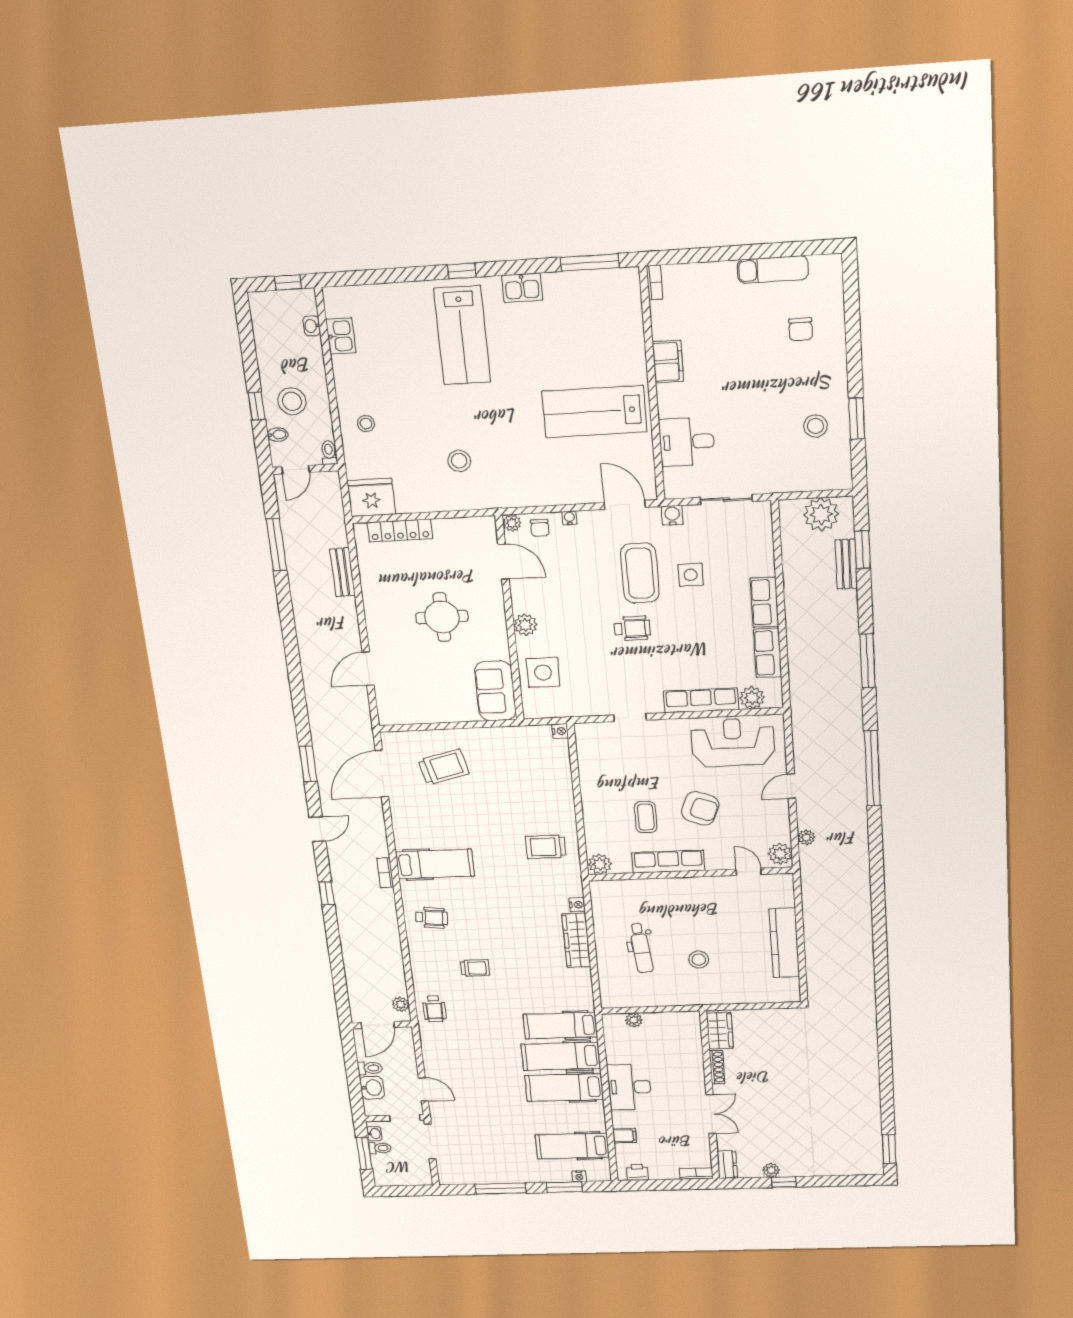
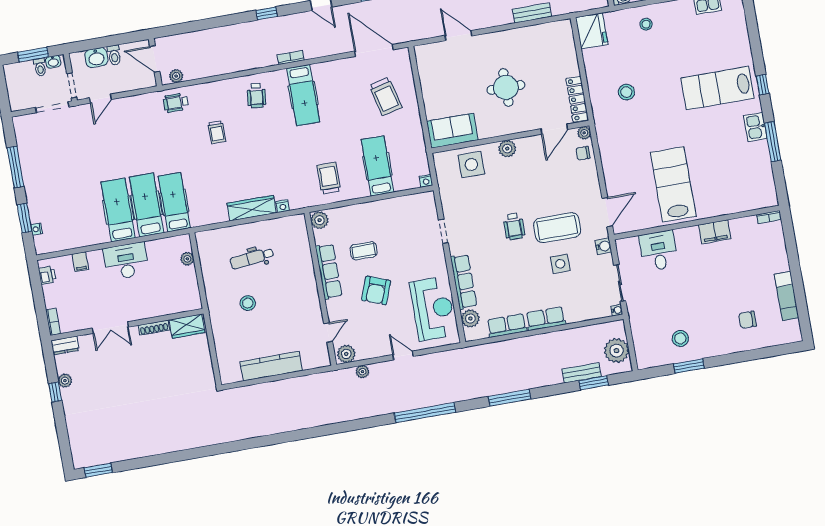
window: (590, 262) -> (773, 142), moved
water cooler: (569, 518) -> (617, 310), moved
locker: (400, 531) -> (577, 99), moved
hospital bed: (572, 1146) -> (377, 166), moved

